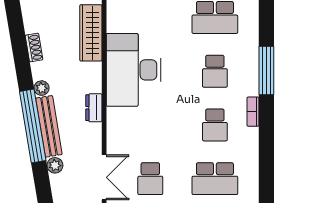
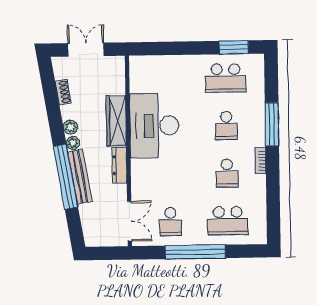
wardrobe: (91, 33) -> (116, 121), moved
shoe rack: (34, 48) -> (63, 92), moved
dresser: (94, 108) -> (120, 165), width x1.44
plant: (55, 165) -> (70, 127), moved

